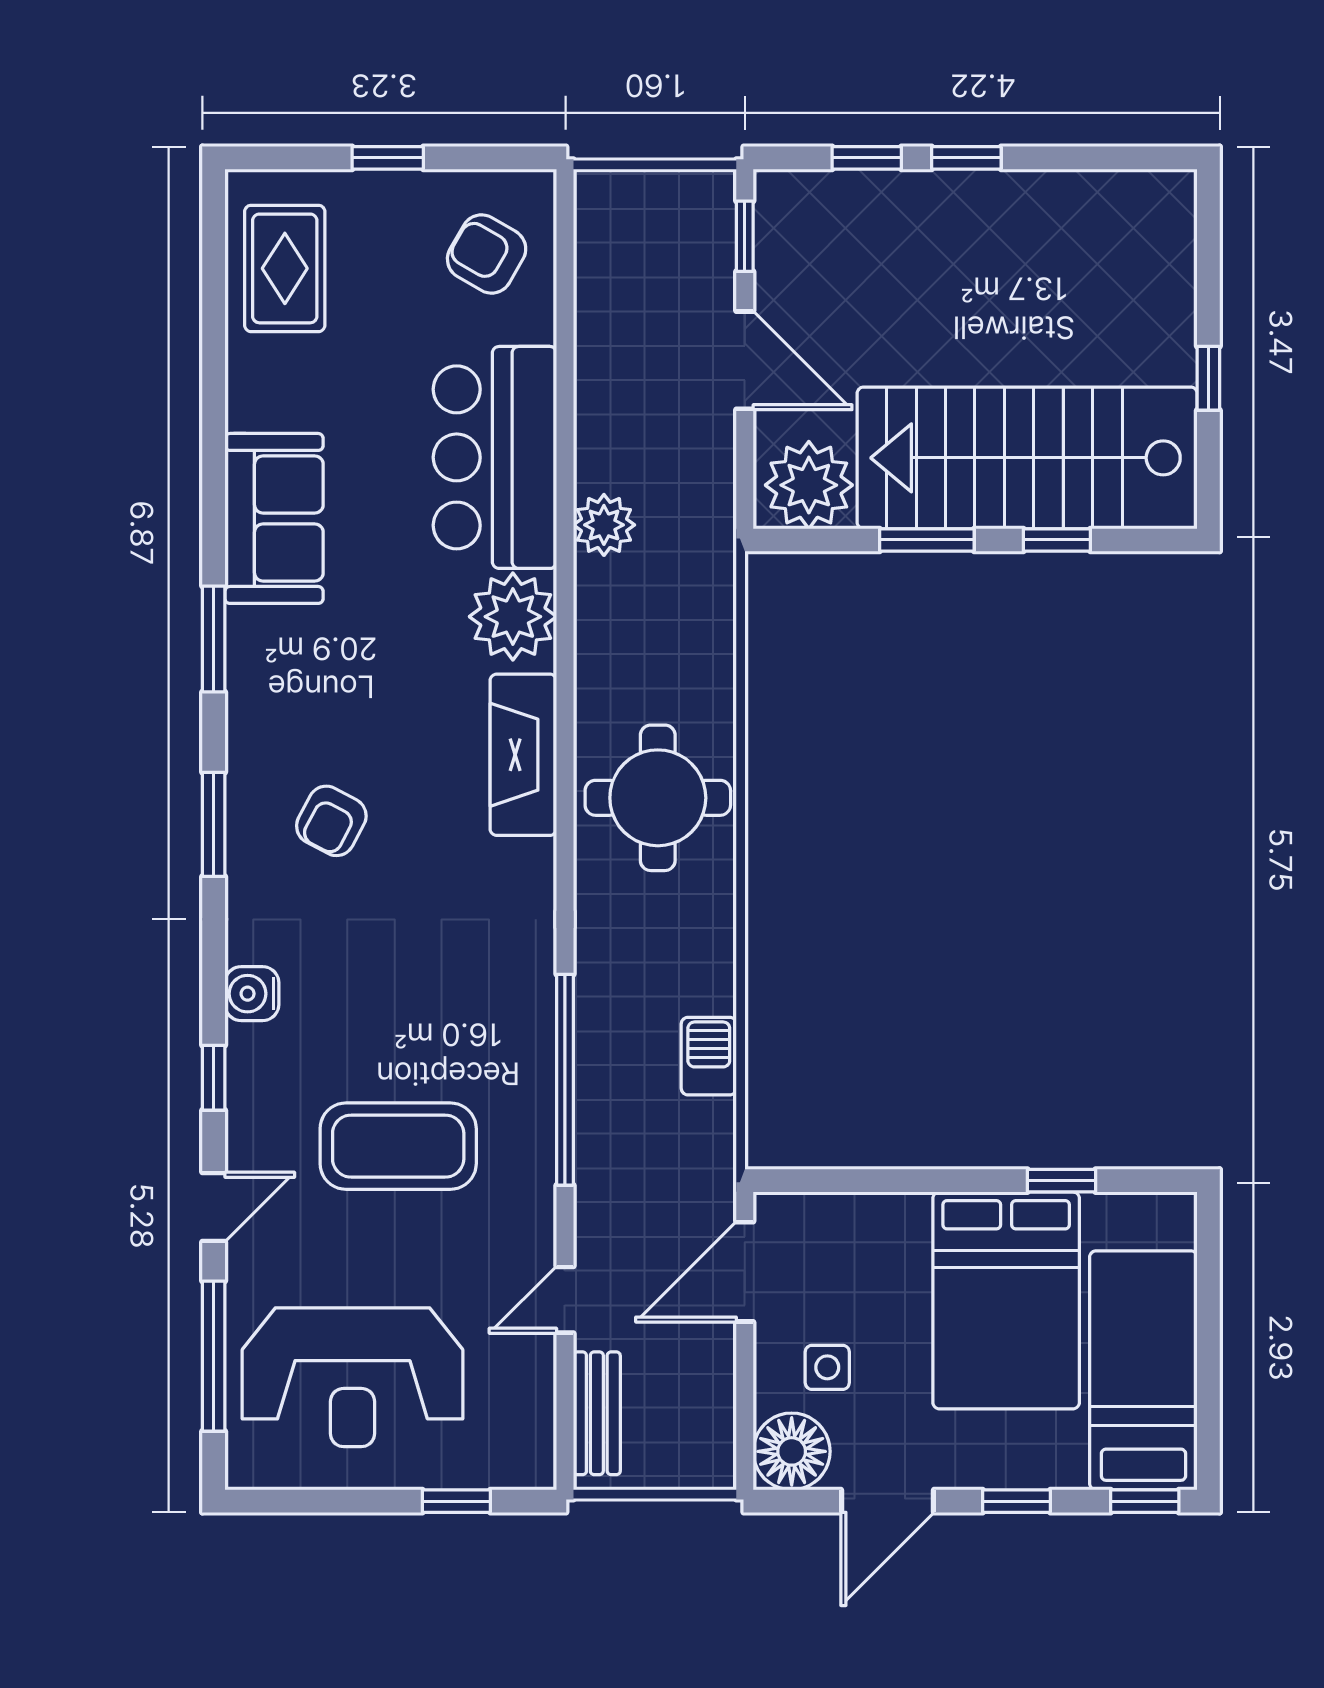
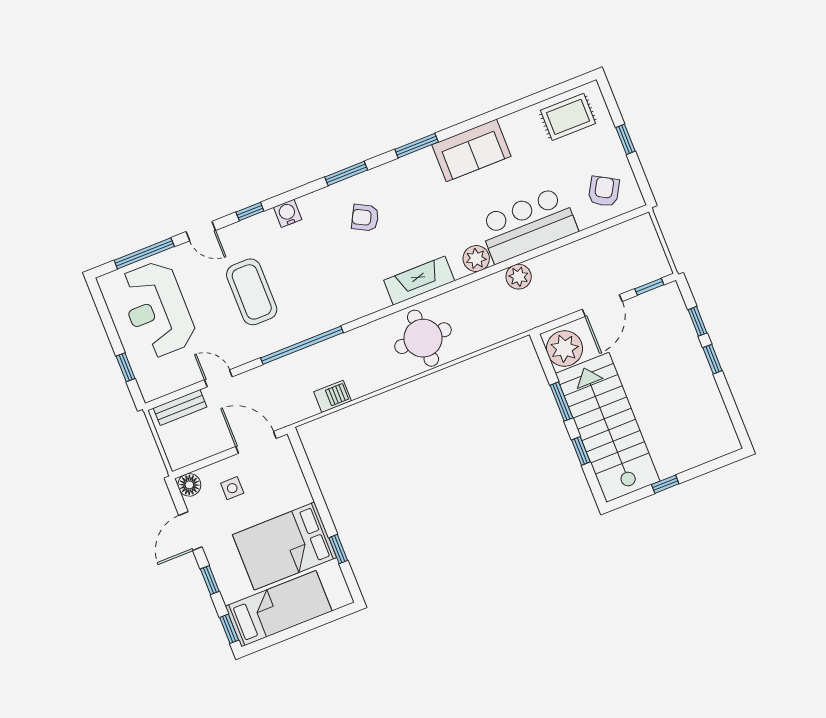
plant: (513, 617) -> (476, 259), width x0.73, depth x0.73
floor lamp: (792, 1451) -> (189, 485), width x0.73, depth x0.73
door: (887, 1501) -> (190, 531), hinge flipped

